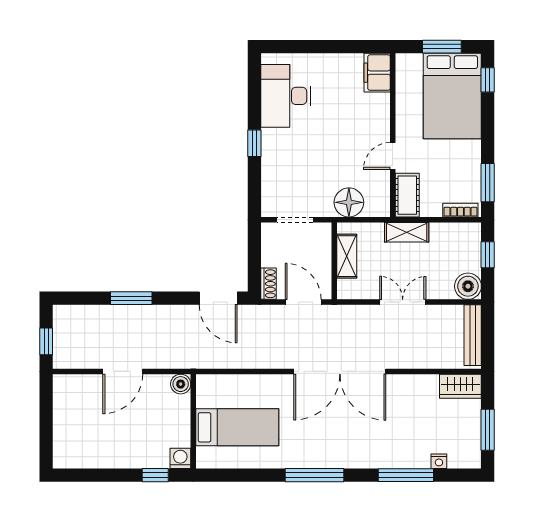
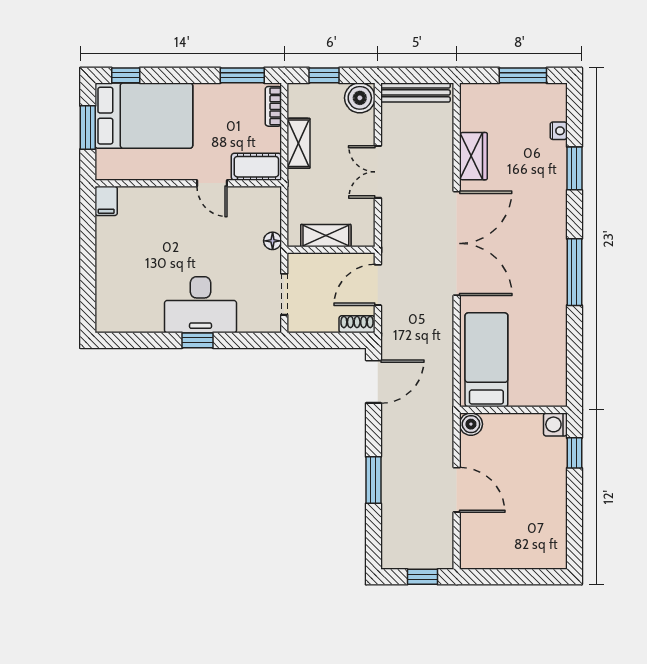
filing cabinet: (377, 73) -> (106, 201), width x0.50
desk: (286, 96) -> (200, 305), moved
floor lamp: (349, 202) -> (273, 241), width x0.53, depth x0.53
shelving: (407, 232) -> (299, 143), moved
wardrobe: (460, 386) -> (473, 156), moved
bed: (237, 427) -> (486, 360), moved
window: (406, 475) -> (574, 168), width x0.69

